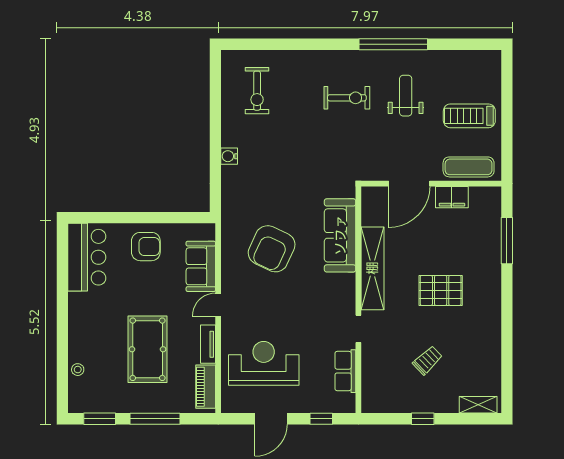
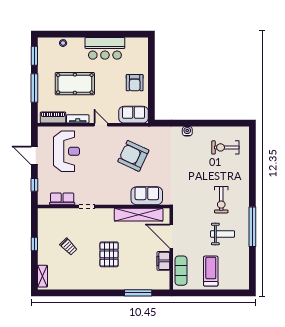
sofa: (340, 235) -> (147, 196), width x0.73
bar counter: (87, 257) -> (105, 48), moved
sofa: (201, 266) -> (134, 115), moved
shelving: (372, 268) -> (139, 215), moved

